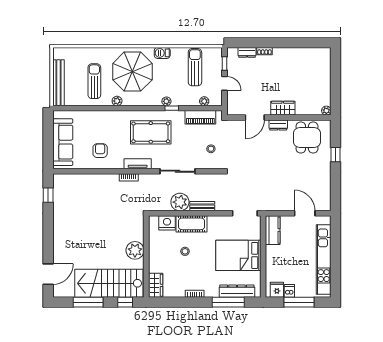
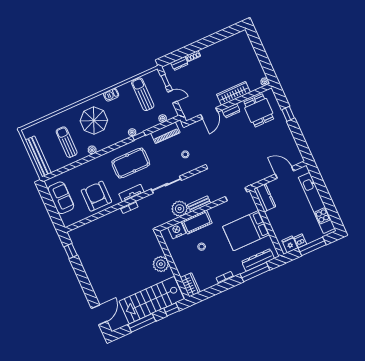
parasol: (132, 72) -> (94, 120), width x0.73, depth x0.73
wardrobe: (283, 108) -> (233, 93), width x1.50
sofa: (63, 142) -> (61, 198), width x0.73
armchair: (100, 151) -> (96, 196), width x1.88, depth x1.88

